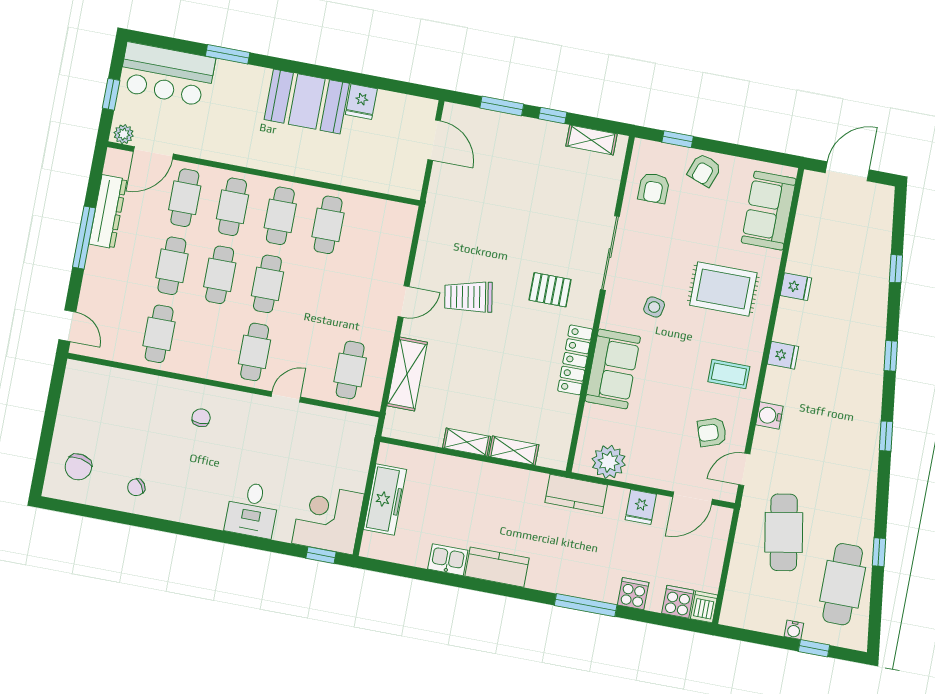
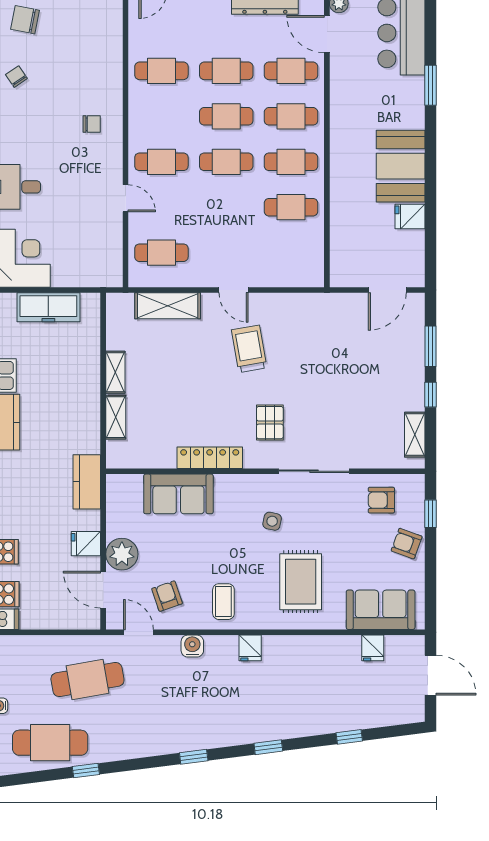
fridge: (796, 287) -> (373, 648), moved
sofa: (613, 369) -> (178, 494), moved
plant: (609, 462) -> (122, 554), moved

